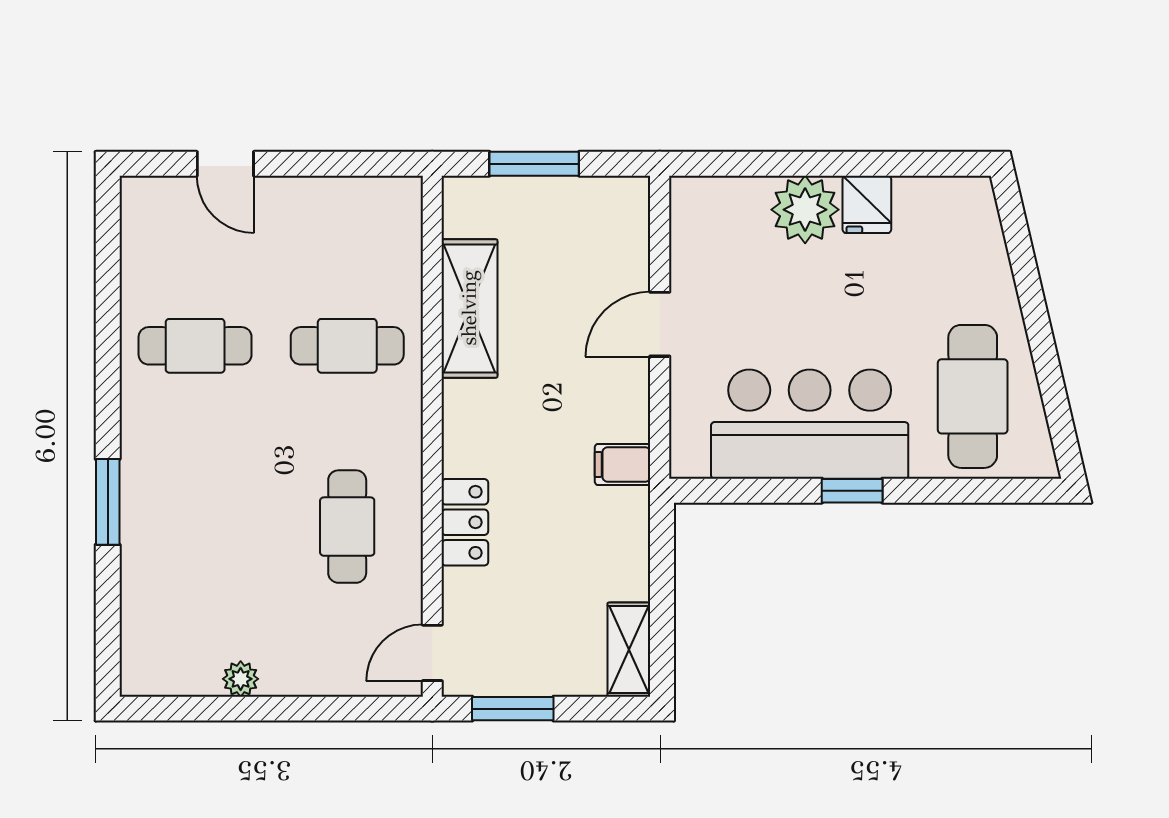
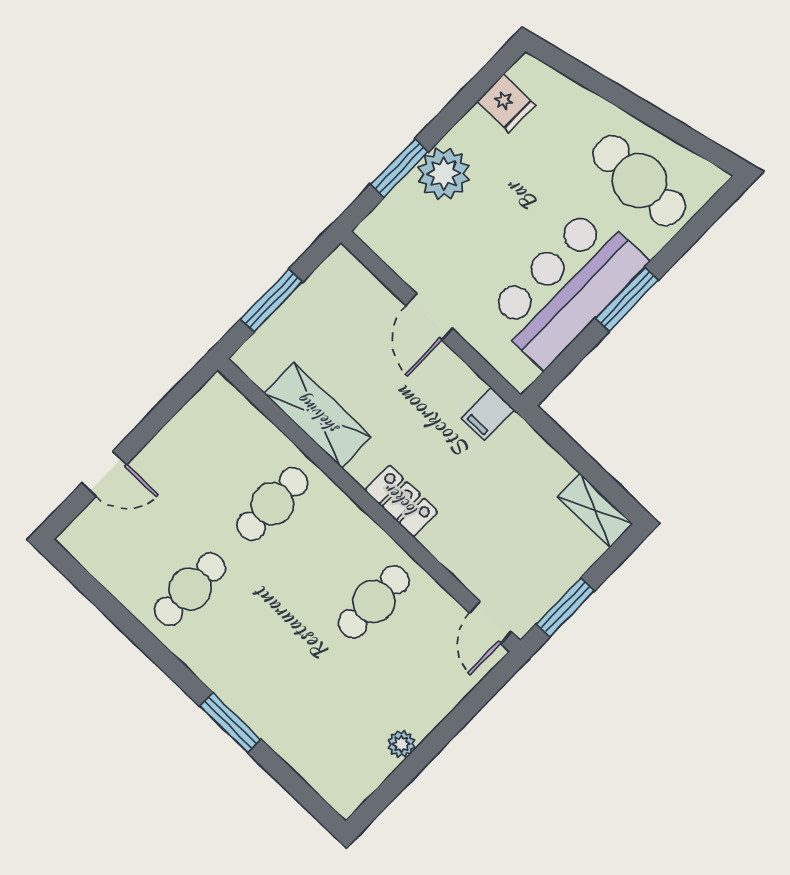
window: (771, 164) -> (399, 168), added
fridge: (867, 204) -> (506, 103), moved
window: (852, 491) -> (627, 299), width x1.50
locker: (465, 522) -> (401, 501), moved
cafe table: (347, 527) -> (374, 602), turned 90

